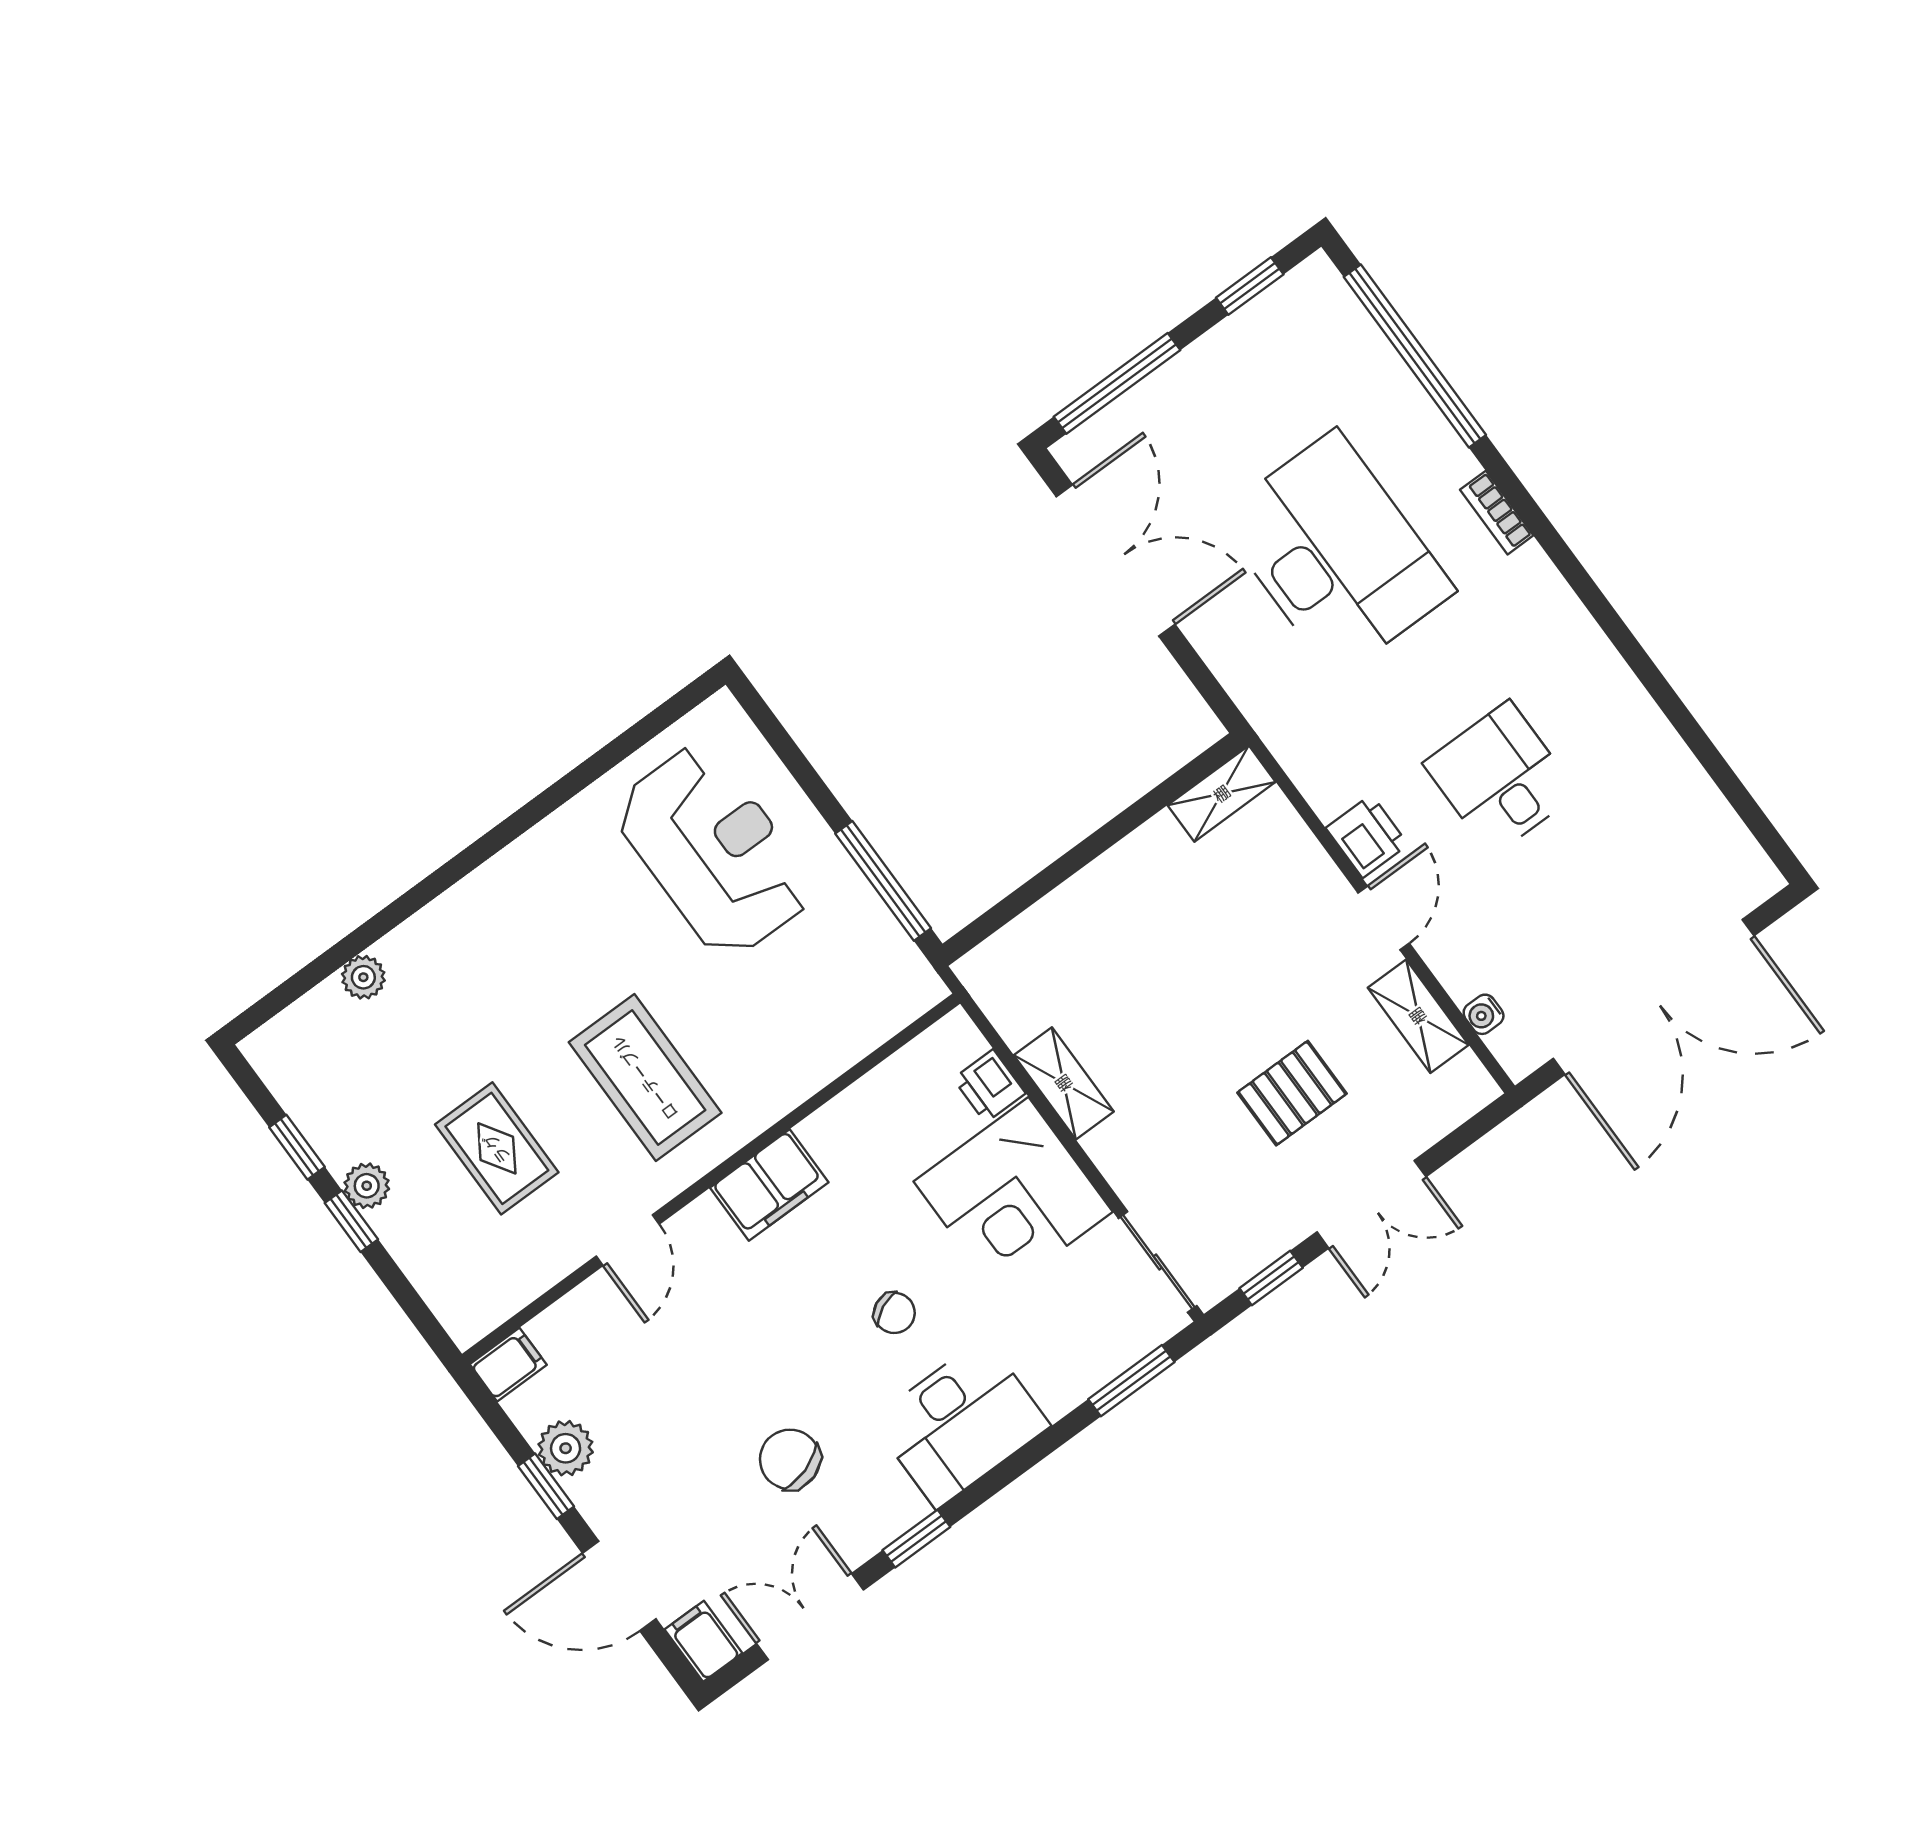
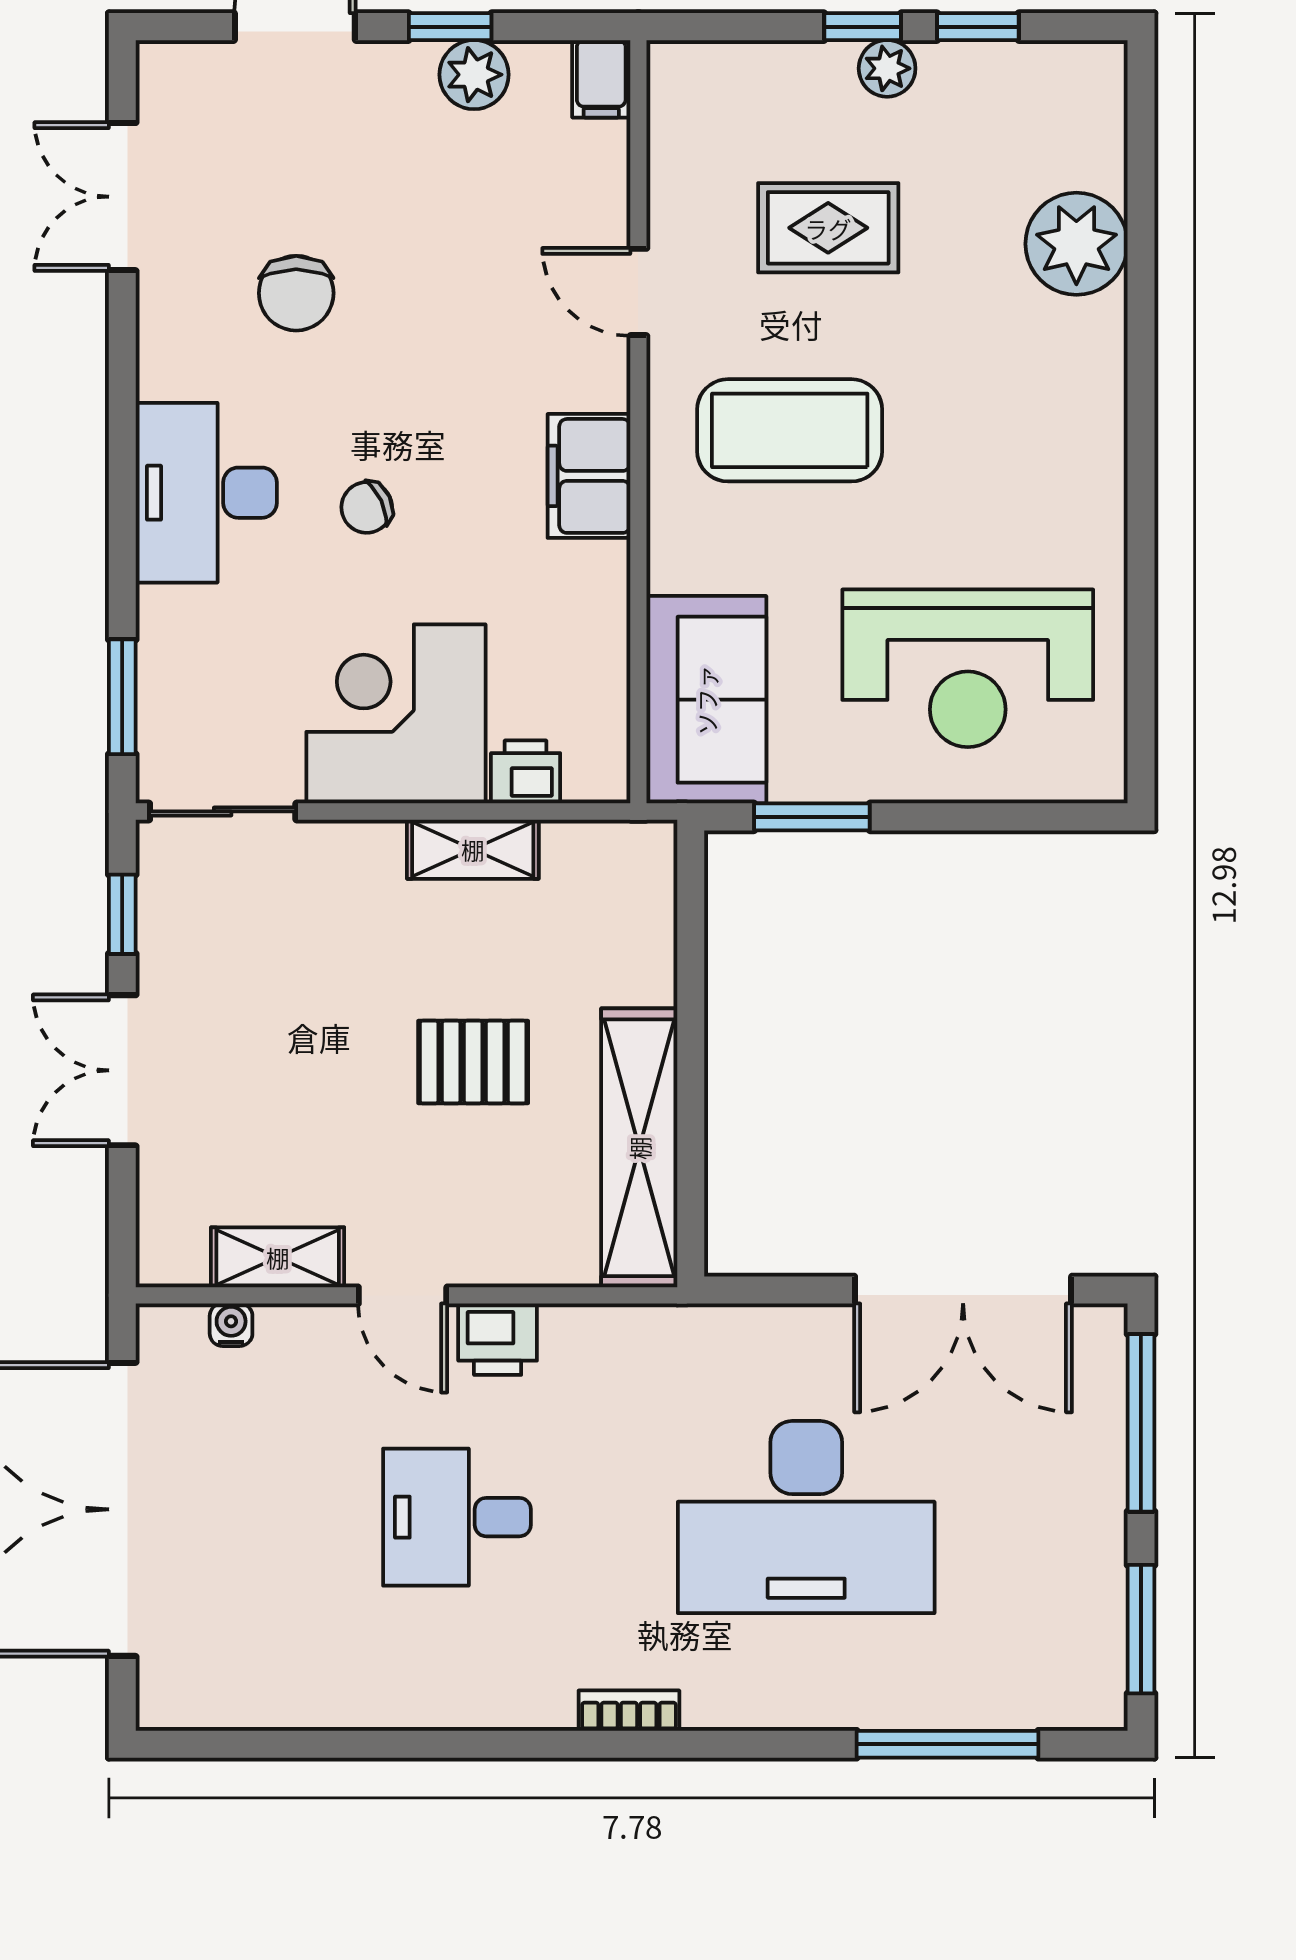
window: (1250, 286) -> (1141, 1629), width x1.50
window: (1415, 356) -> (947, 1744), width x0.68
bookcase: (1497, 513) -> (629, 1711), moved
desk: (1500, 778) -> (457, 1517), turned 180
shelving: (1222, 794) -> (639, 1148), width x2.20, depth x1.33
window: (883, 881) -> (812, 817), width x0.69
plant: (363, 977) -> (1076, 244), width x1.87, depth x1.87
sofa: (858, 1004) -> (706, 700), added
pallet: (1292, 1093) -> (473, 1062), moved, turned 90
chair: (790, 1459) -> (296, 293), turned 108
window: (916, 1539) -> (122, 362), removed
double door: (810, 1617) -> (122, 197), swing flipped
filing cabinet: (703, 1641) -> (177, 71), removed

